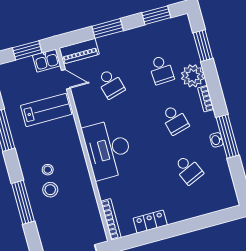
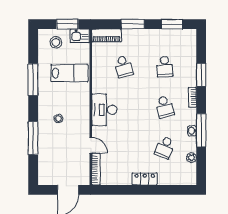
window: (203, 46) -> (201, 75), moved
plant: (193, 76) -> (192, 158), moved, width x0.53, depth x0.53
door: (66, 79) -> (91, 145), moved
desk: (108, 149) -> (104, 110), width x0.73, depth x0.77
school desk: (188, 170) -> (165, 147), turned 45
stool: (50, 190) -> (56, 42), moved
locker: (150, 222) -> (145, 179), moved

